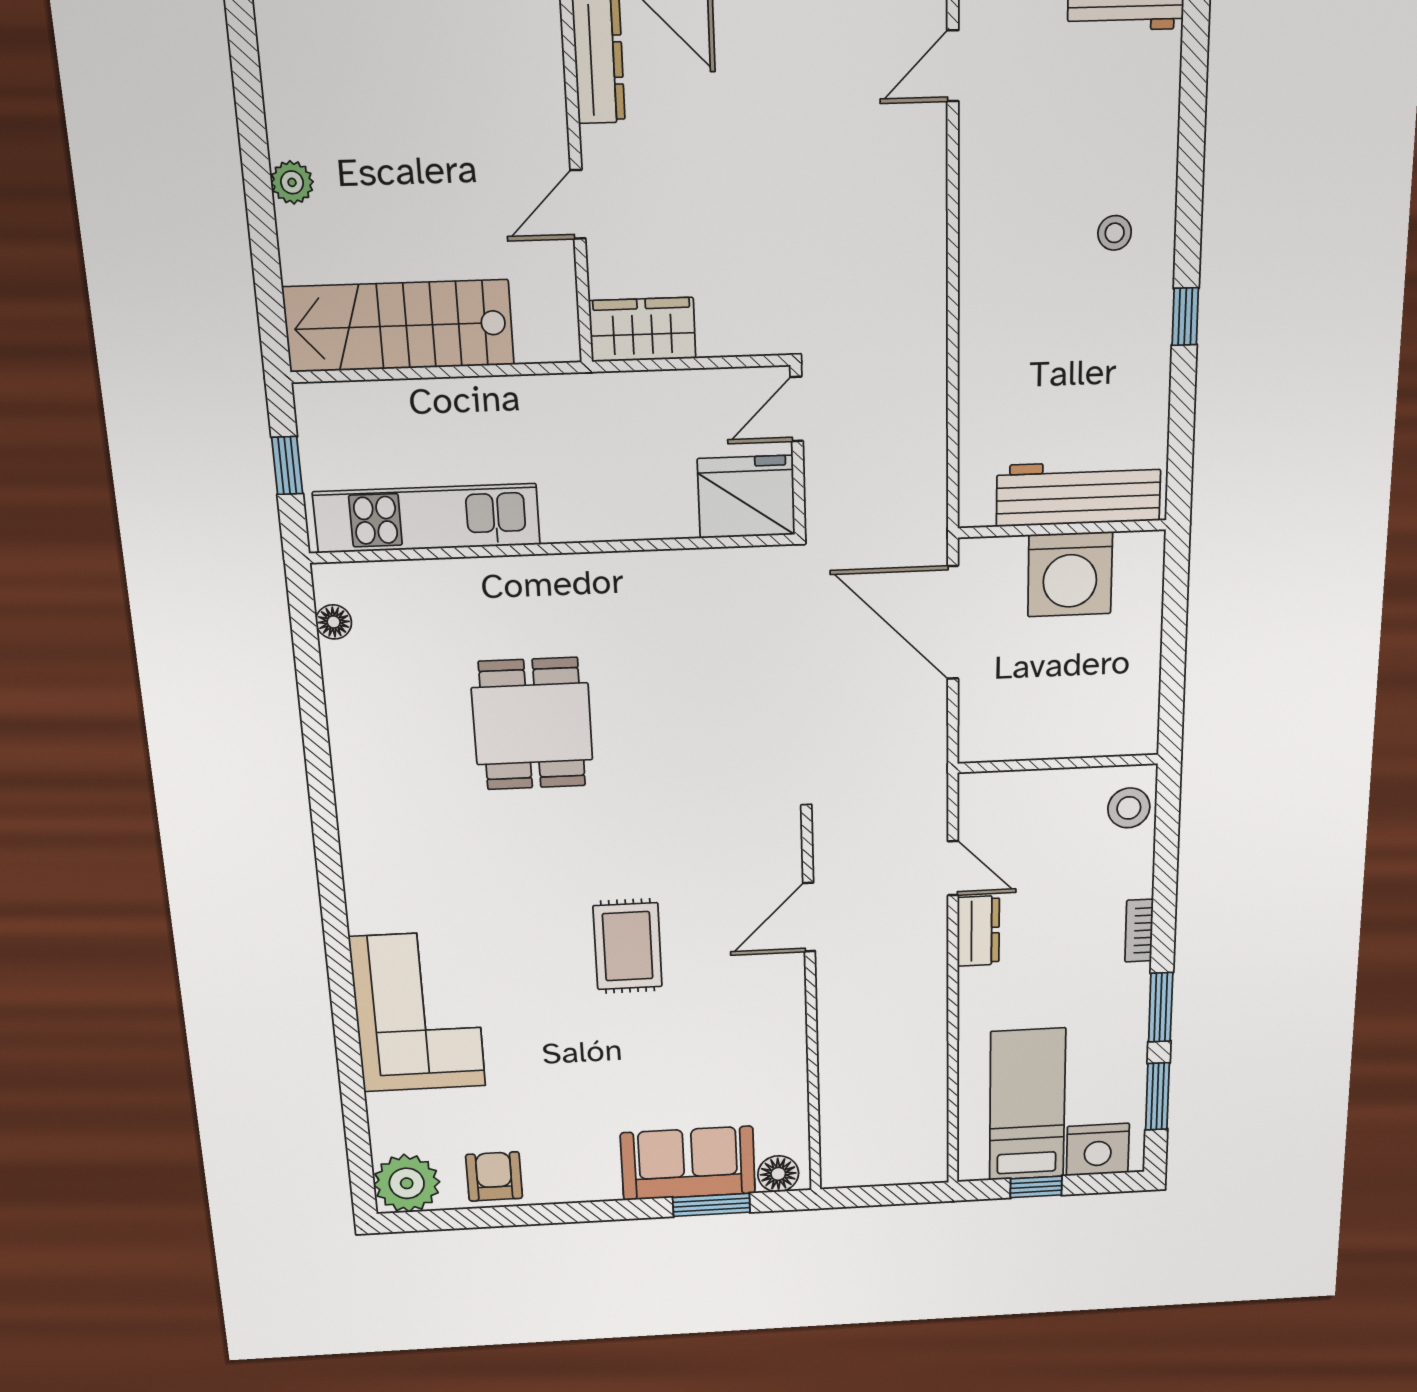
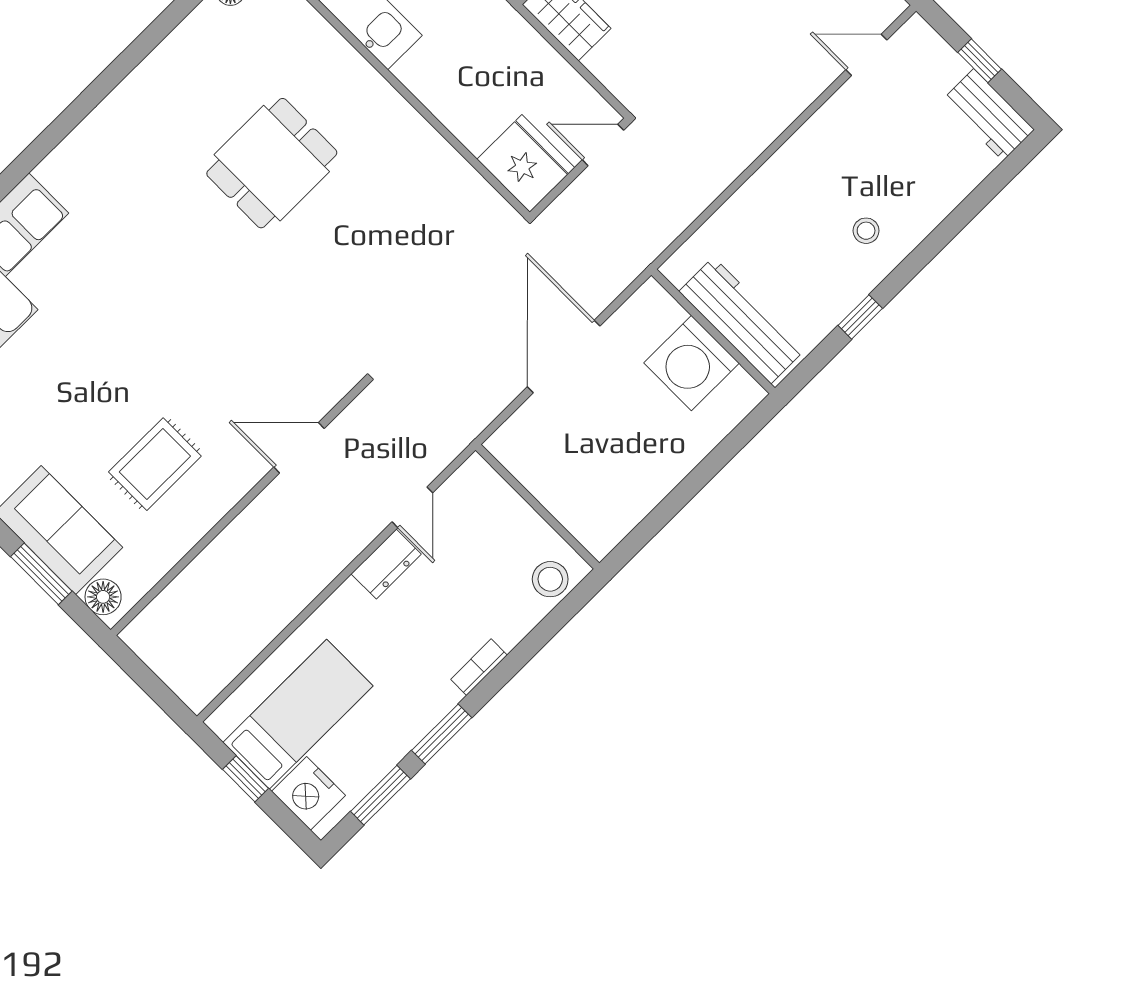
workbench: (1078, 493) -> (742, 320), moved
wall: (1062, 529) -> (713, 331), moved
washing machine: (1070, 574) -> (691, 363), moved
rug: (628, 946) -> (155, 464), moved

